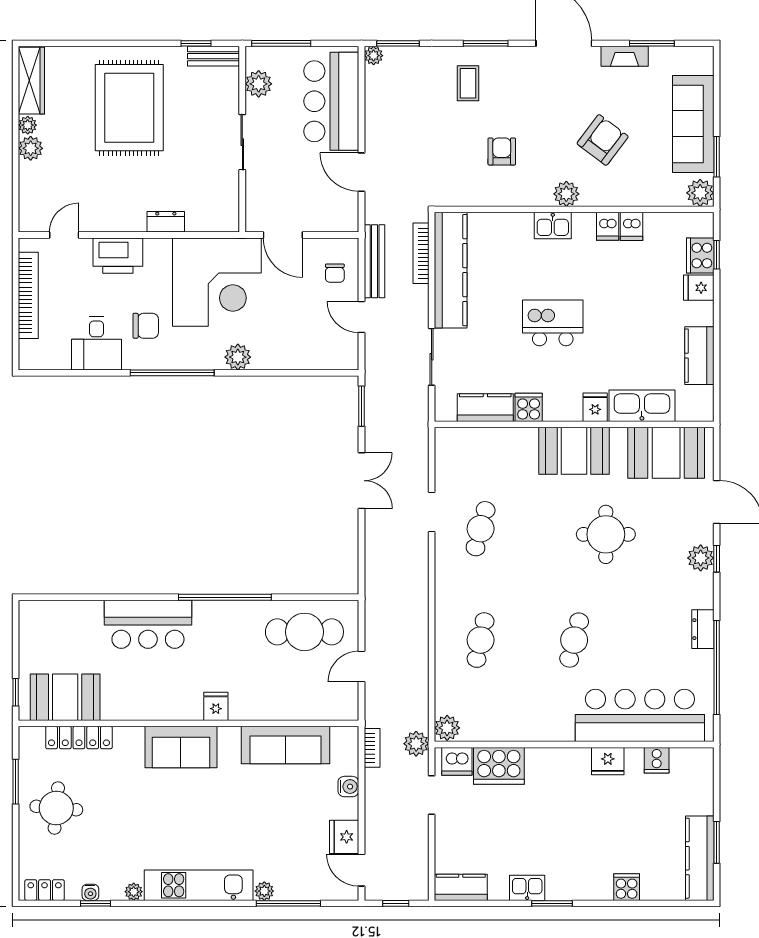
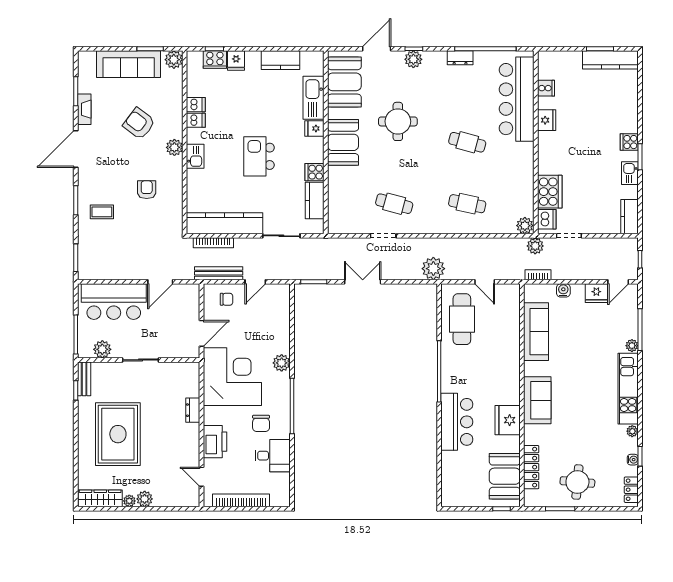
plant: (374, 56) -> (433, 269), moved, width x1.88, depth x1.88
rug: (129, 108) -> (118, 434), turned 90
armchair: (502, 151) -> (147, 190), turned 90
chair: (146, 326) -> (261, 423), turned 180
fridge: (216, 706) -> (508, 420), moved, width x1.88, depth x1.34
cooker: (627, 887) -> (629, 142), moved

